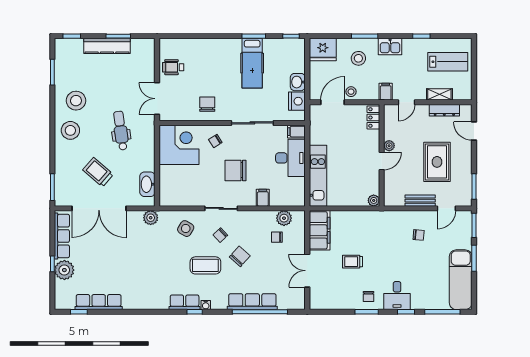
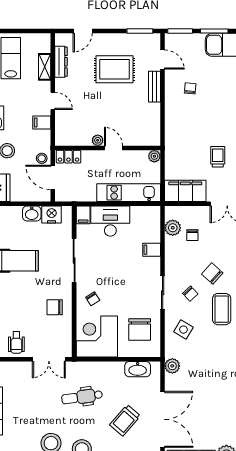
locker: (373, 117) -> (68, 157), moved
plant: (389, 146) -> (98, 140), moved
wall: (382, 155) -> (108, 148), moved
door: (382, 161) -> (114, 148), moved
chair: (235, 170) -> (140, 330), moved
plant: (374, 200) -> (154, 156), moved
trolley: (353, 262) -> (218, 157), turned 180

